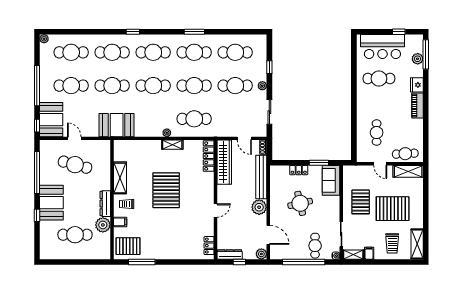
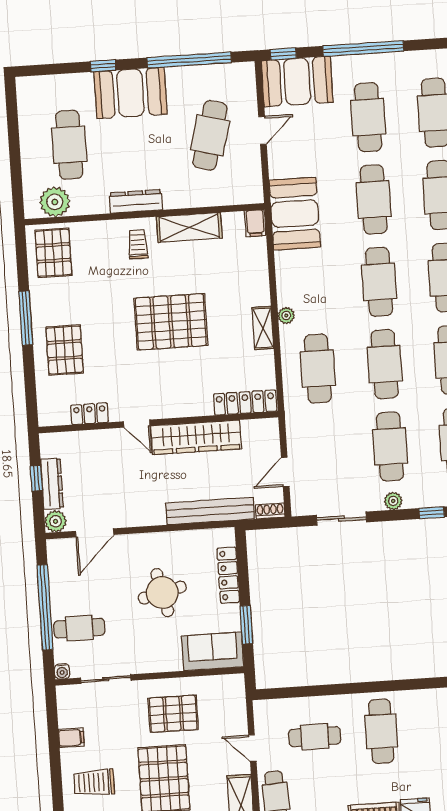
cafe table: (379, 79) -> (381, 731), moved
wardrobe: (224, 162) -> (196, 437), moved
door: (380, 164) -> (252, 748), hinge flipped
locker: (299, 170) -> (228, 575), width x1.53
plant: (259, 207) -> (149, 511), removed
filing cabinet: (120, 222) -> (255, 223), moved
plant: (103, 225) -> (55, 202), moved
pallet: (177, 244) -> (65, 350), added
locker: (209, 246) -> (90, 414), moved
dresser: (230, 254) -> (52, 484), moved
shelving: (353, 255) -> (66, 706), removed
window: (142, 262) -> (26, 318), moved

